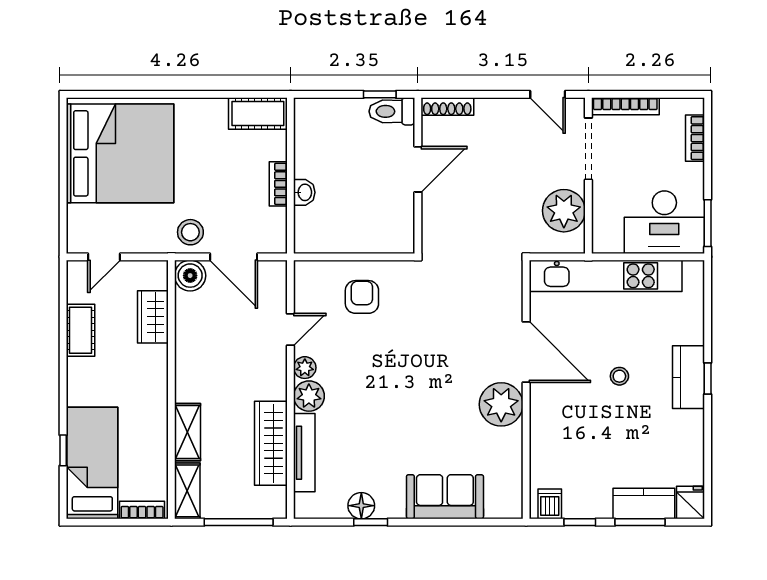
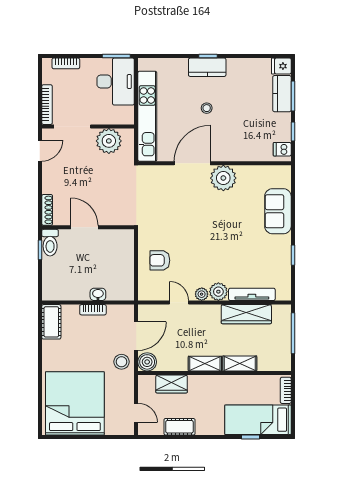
shelving: (187, 491) -> (205, 364), moved
floor lamp: (361, 506) -> (283, 261), removed

